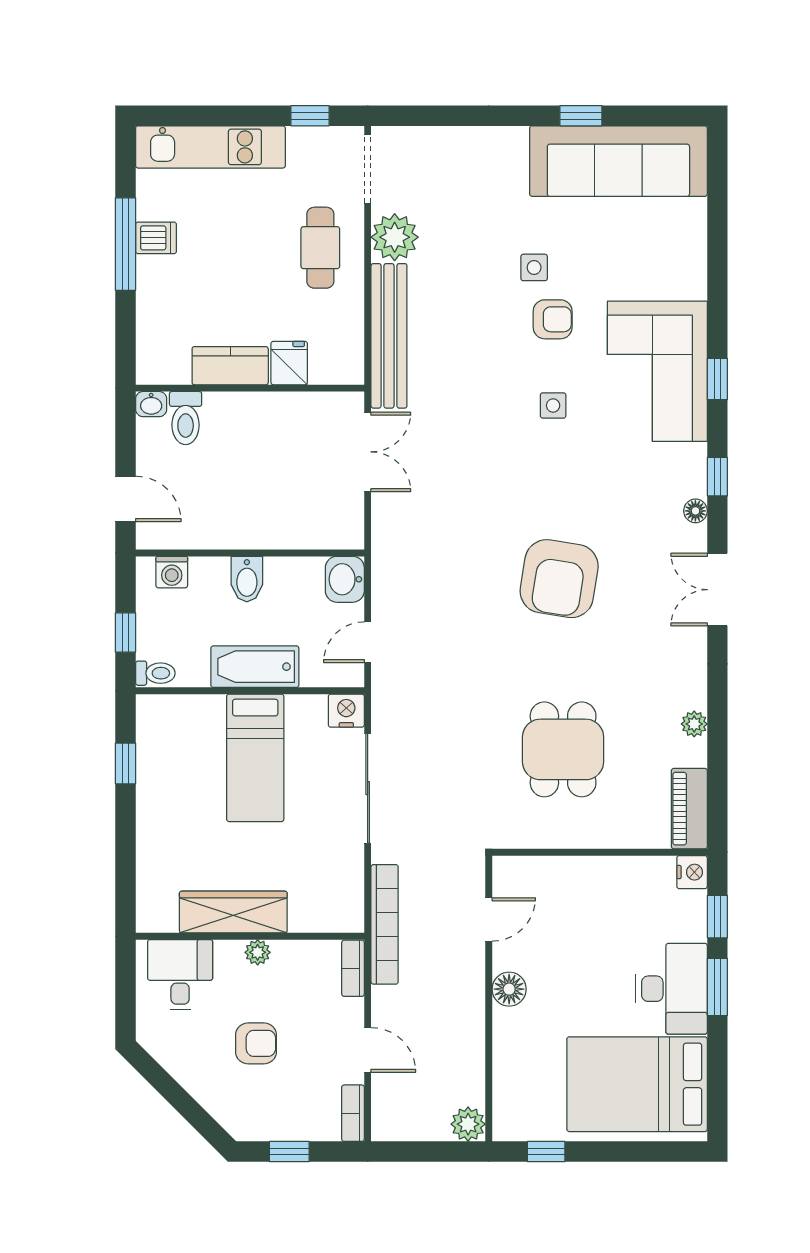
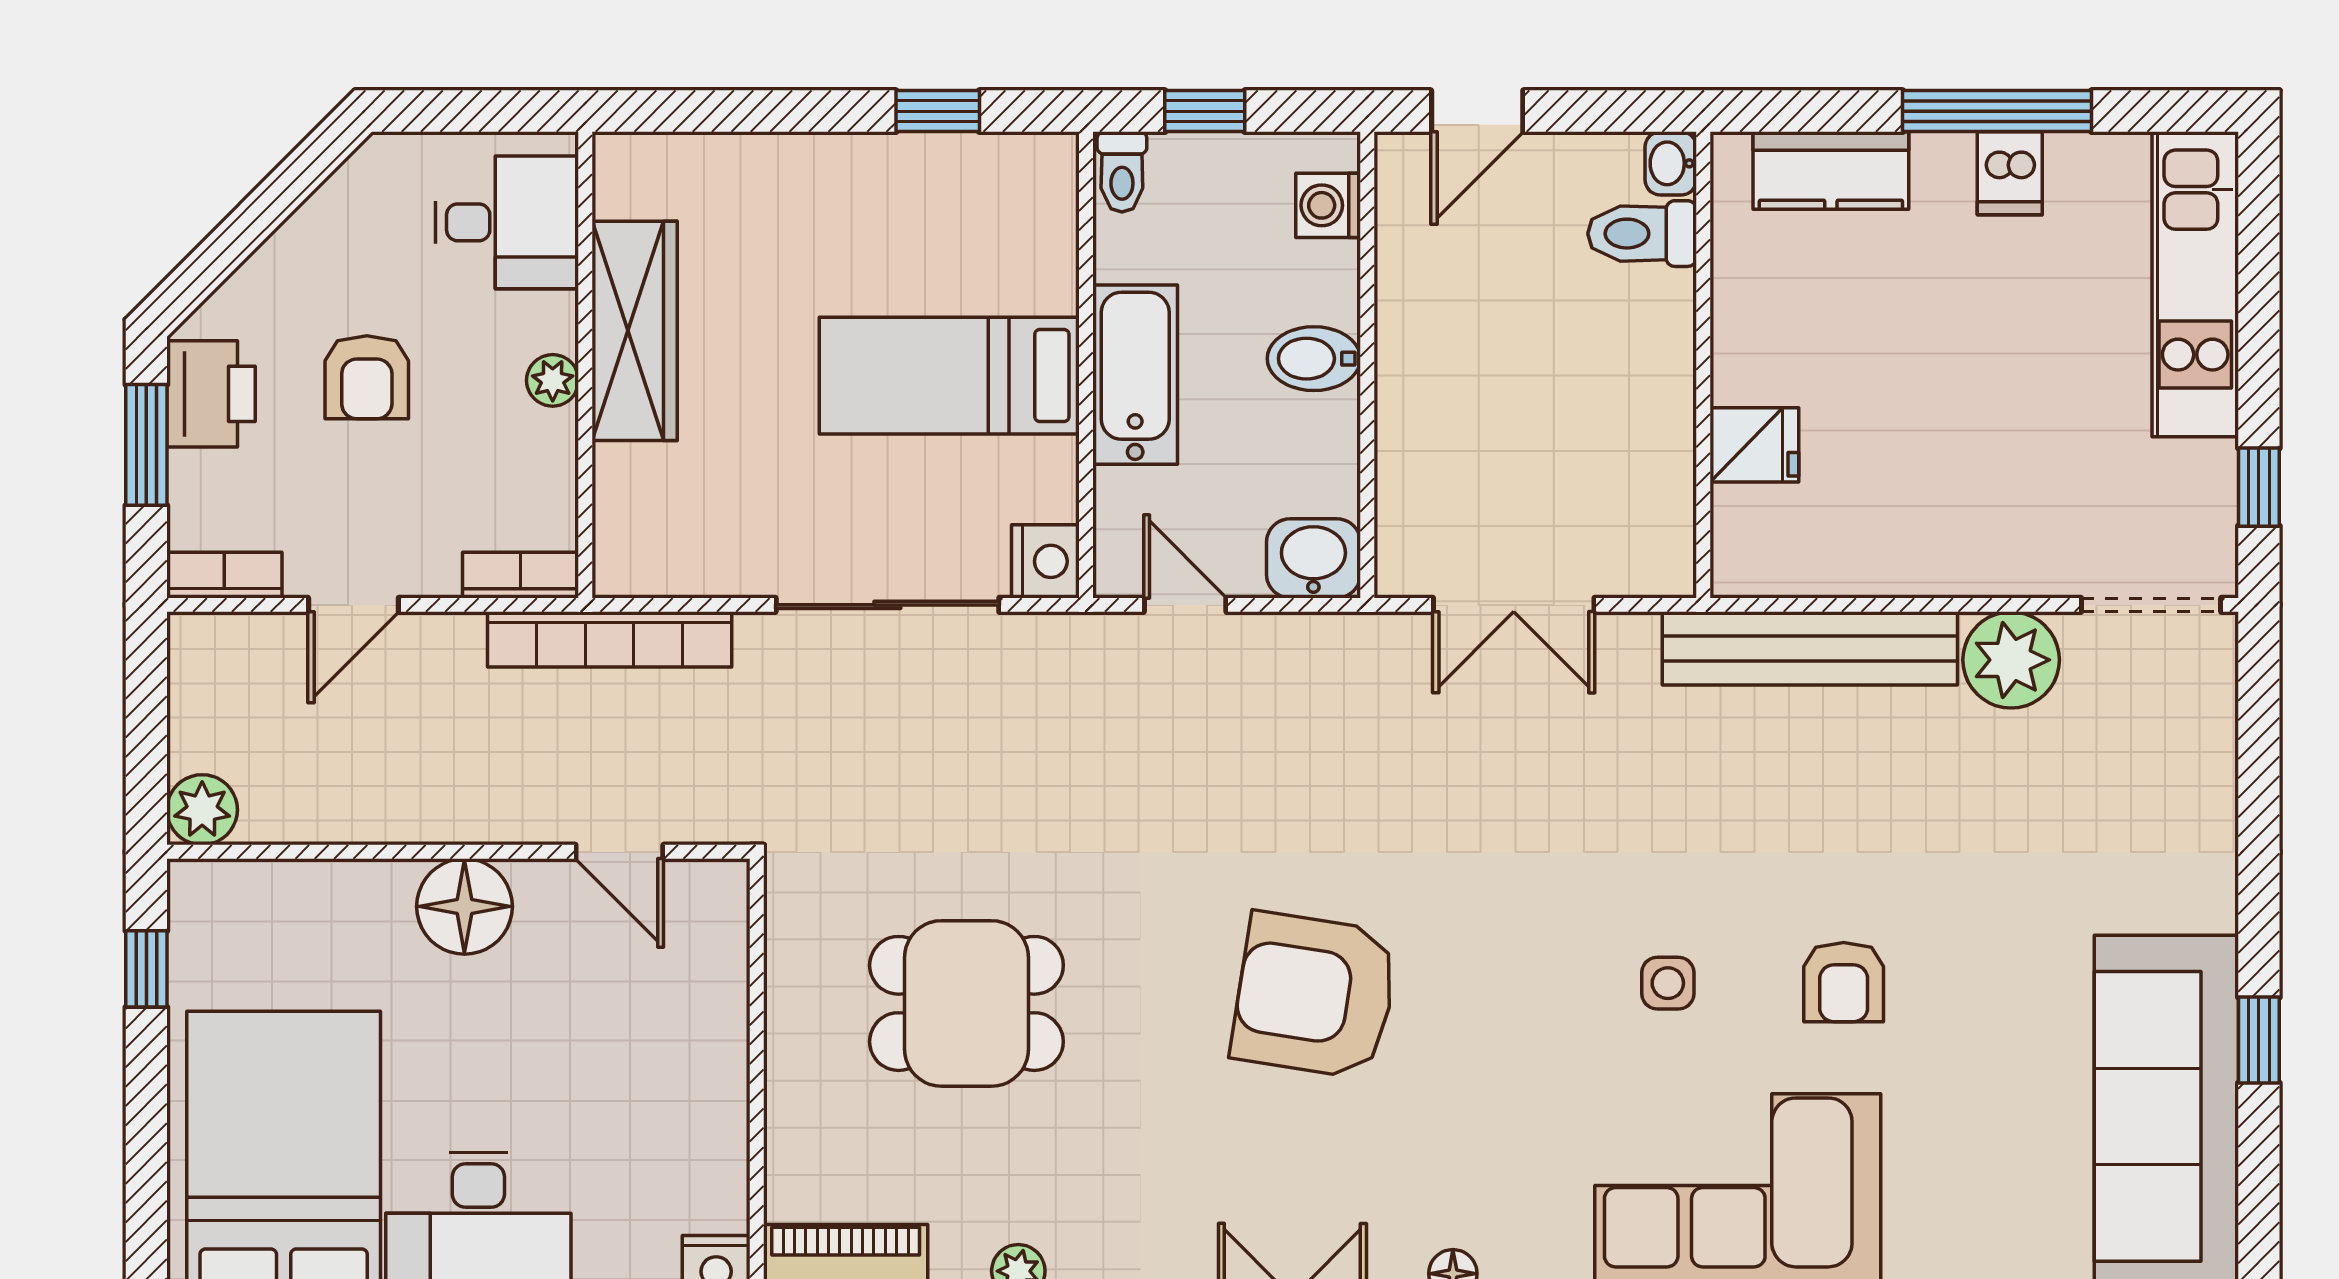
cafe table: (320, 248) -> (1990, 508), removed
side table: (534, 267) -> (1949, 944), removed
kitchen counter: (230, 366) -> (1831, 171), moved, turned 90
double door: (368, 452) -> (1514, 605), moved
floor lamp: (509, 989) -> (464, 906), width x1.38, depth x1.38
printer: (264, 1120) -> (211, 394), added
window: (289, 1151) -> (146, 445), width x1.50

